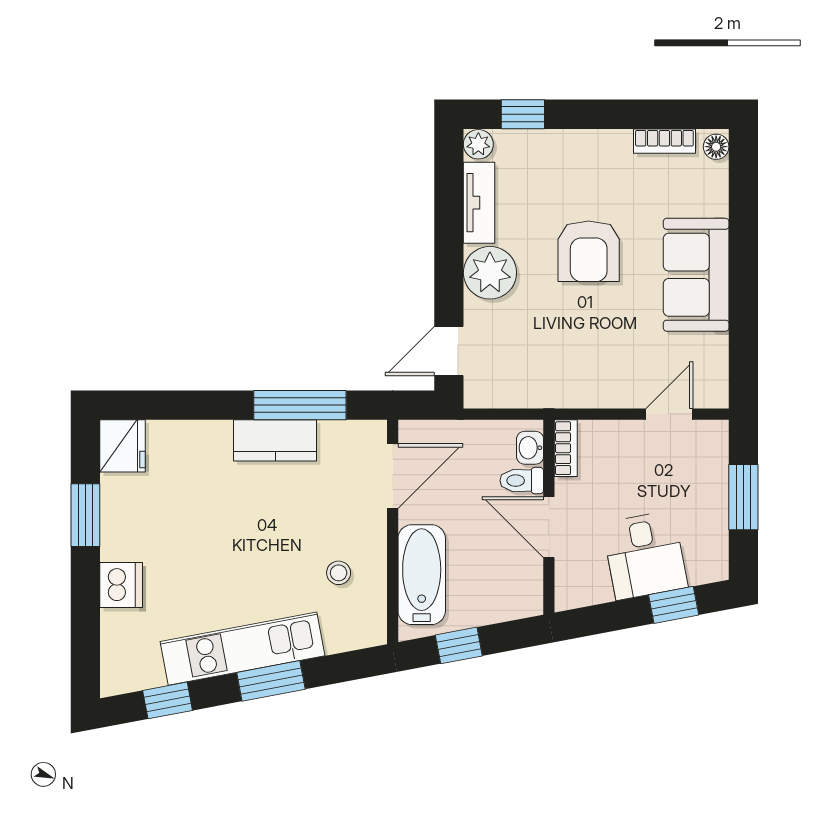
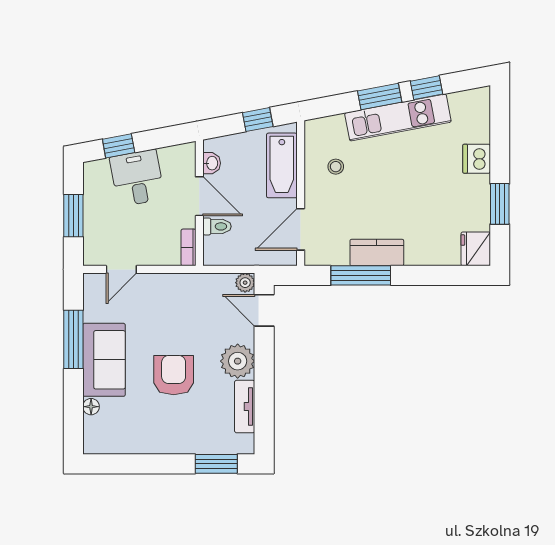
window: (523, 114) -> (216, 464), width x1.50
bookcase: (664, 141) -> (124, 446), removed
plant: (478, 144) -> (245, 283), moved
floor lamp: (716, 147) -> (91, 407), moved
window: (743, 306) -> (73, 339), added
door: (449, 351) -> (264, 310), swing flipped
washbasin: (530, 448) -> (212, 163), moved
window: (168, 700) -> (427, 88), moved

